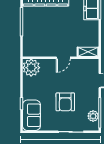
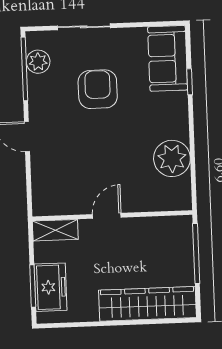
shelving: (88, 52) -> (55, 230), moved
wall: (61, 58) -> (112, 216), moved
door: (63, 58) -> (107, 216), moved

